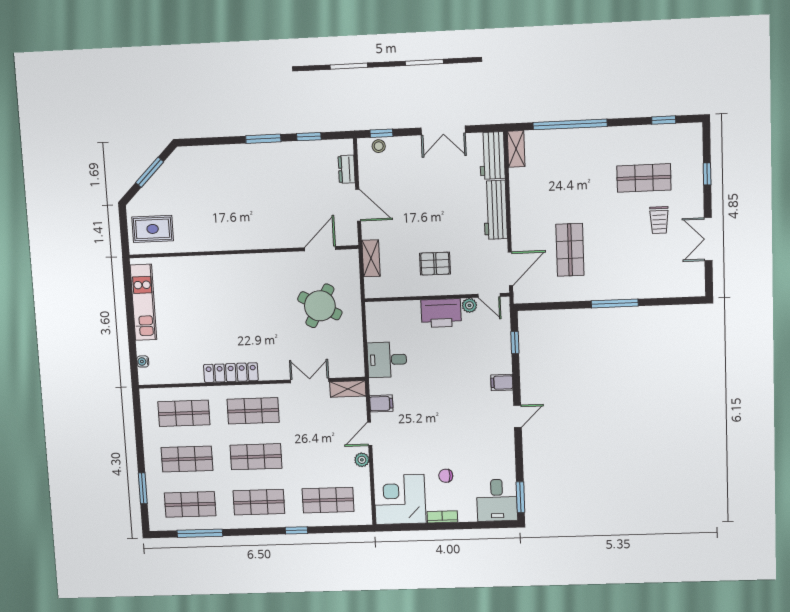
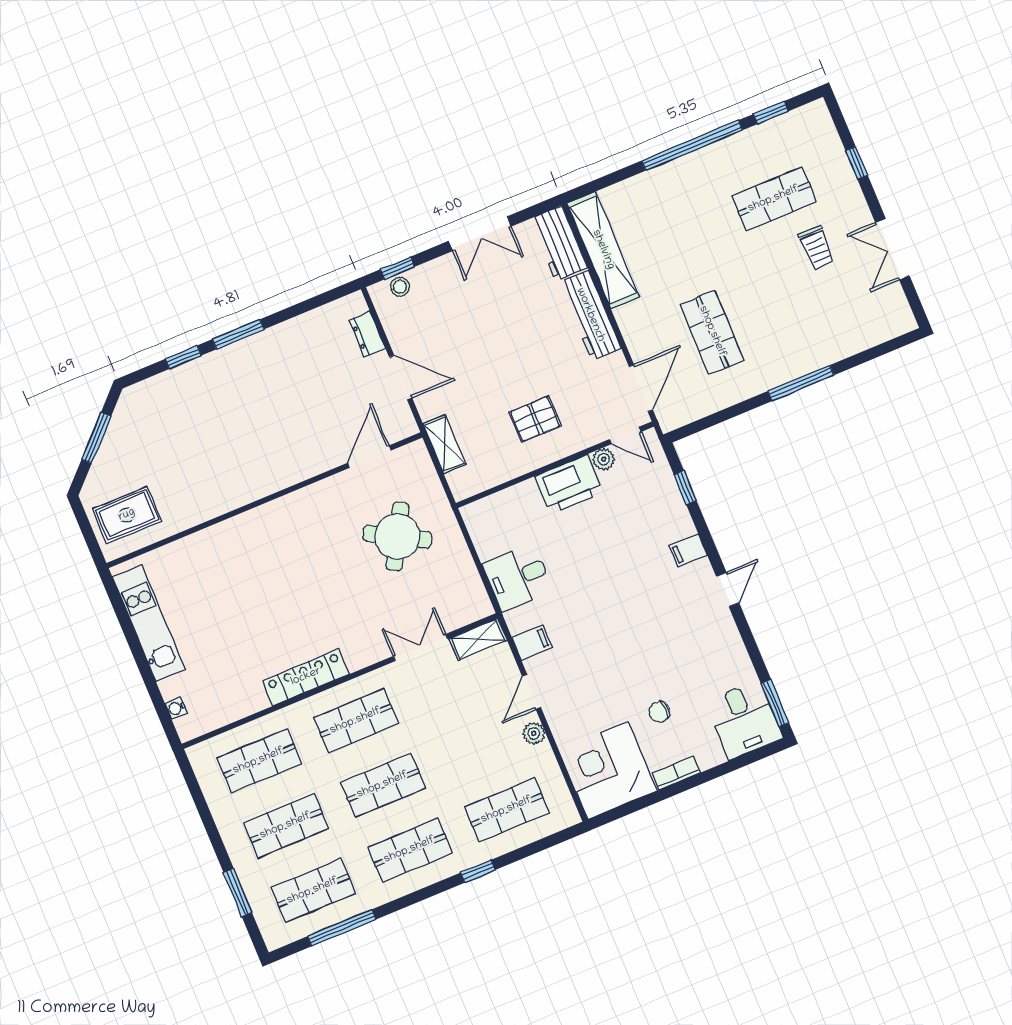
window: (570, 124) -> (692, 145), moved
window: (309, 137) -> (183, 357), moved
shelving: (516, 149) -> (603, 250), width x2.20, depth x1.33

